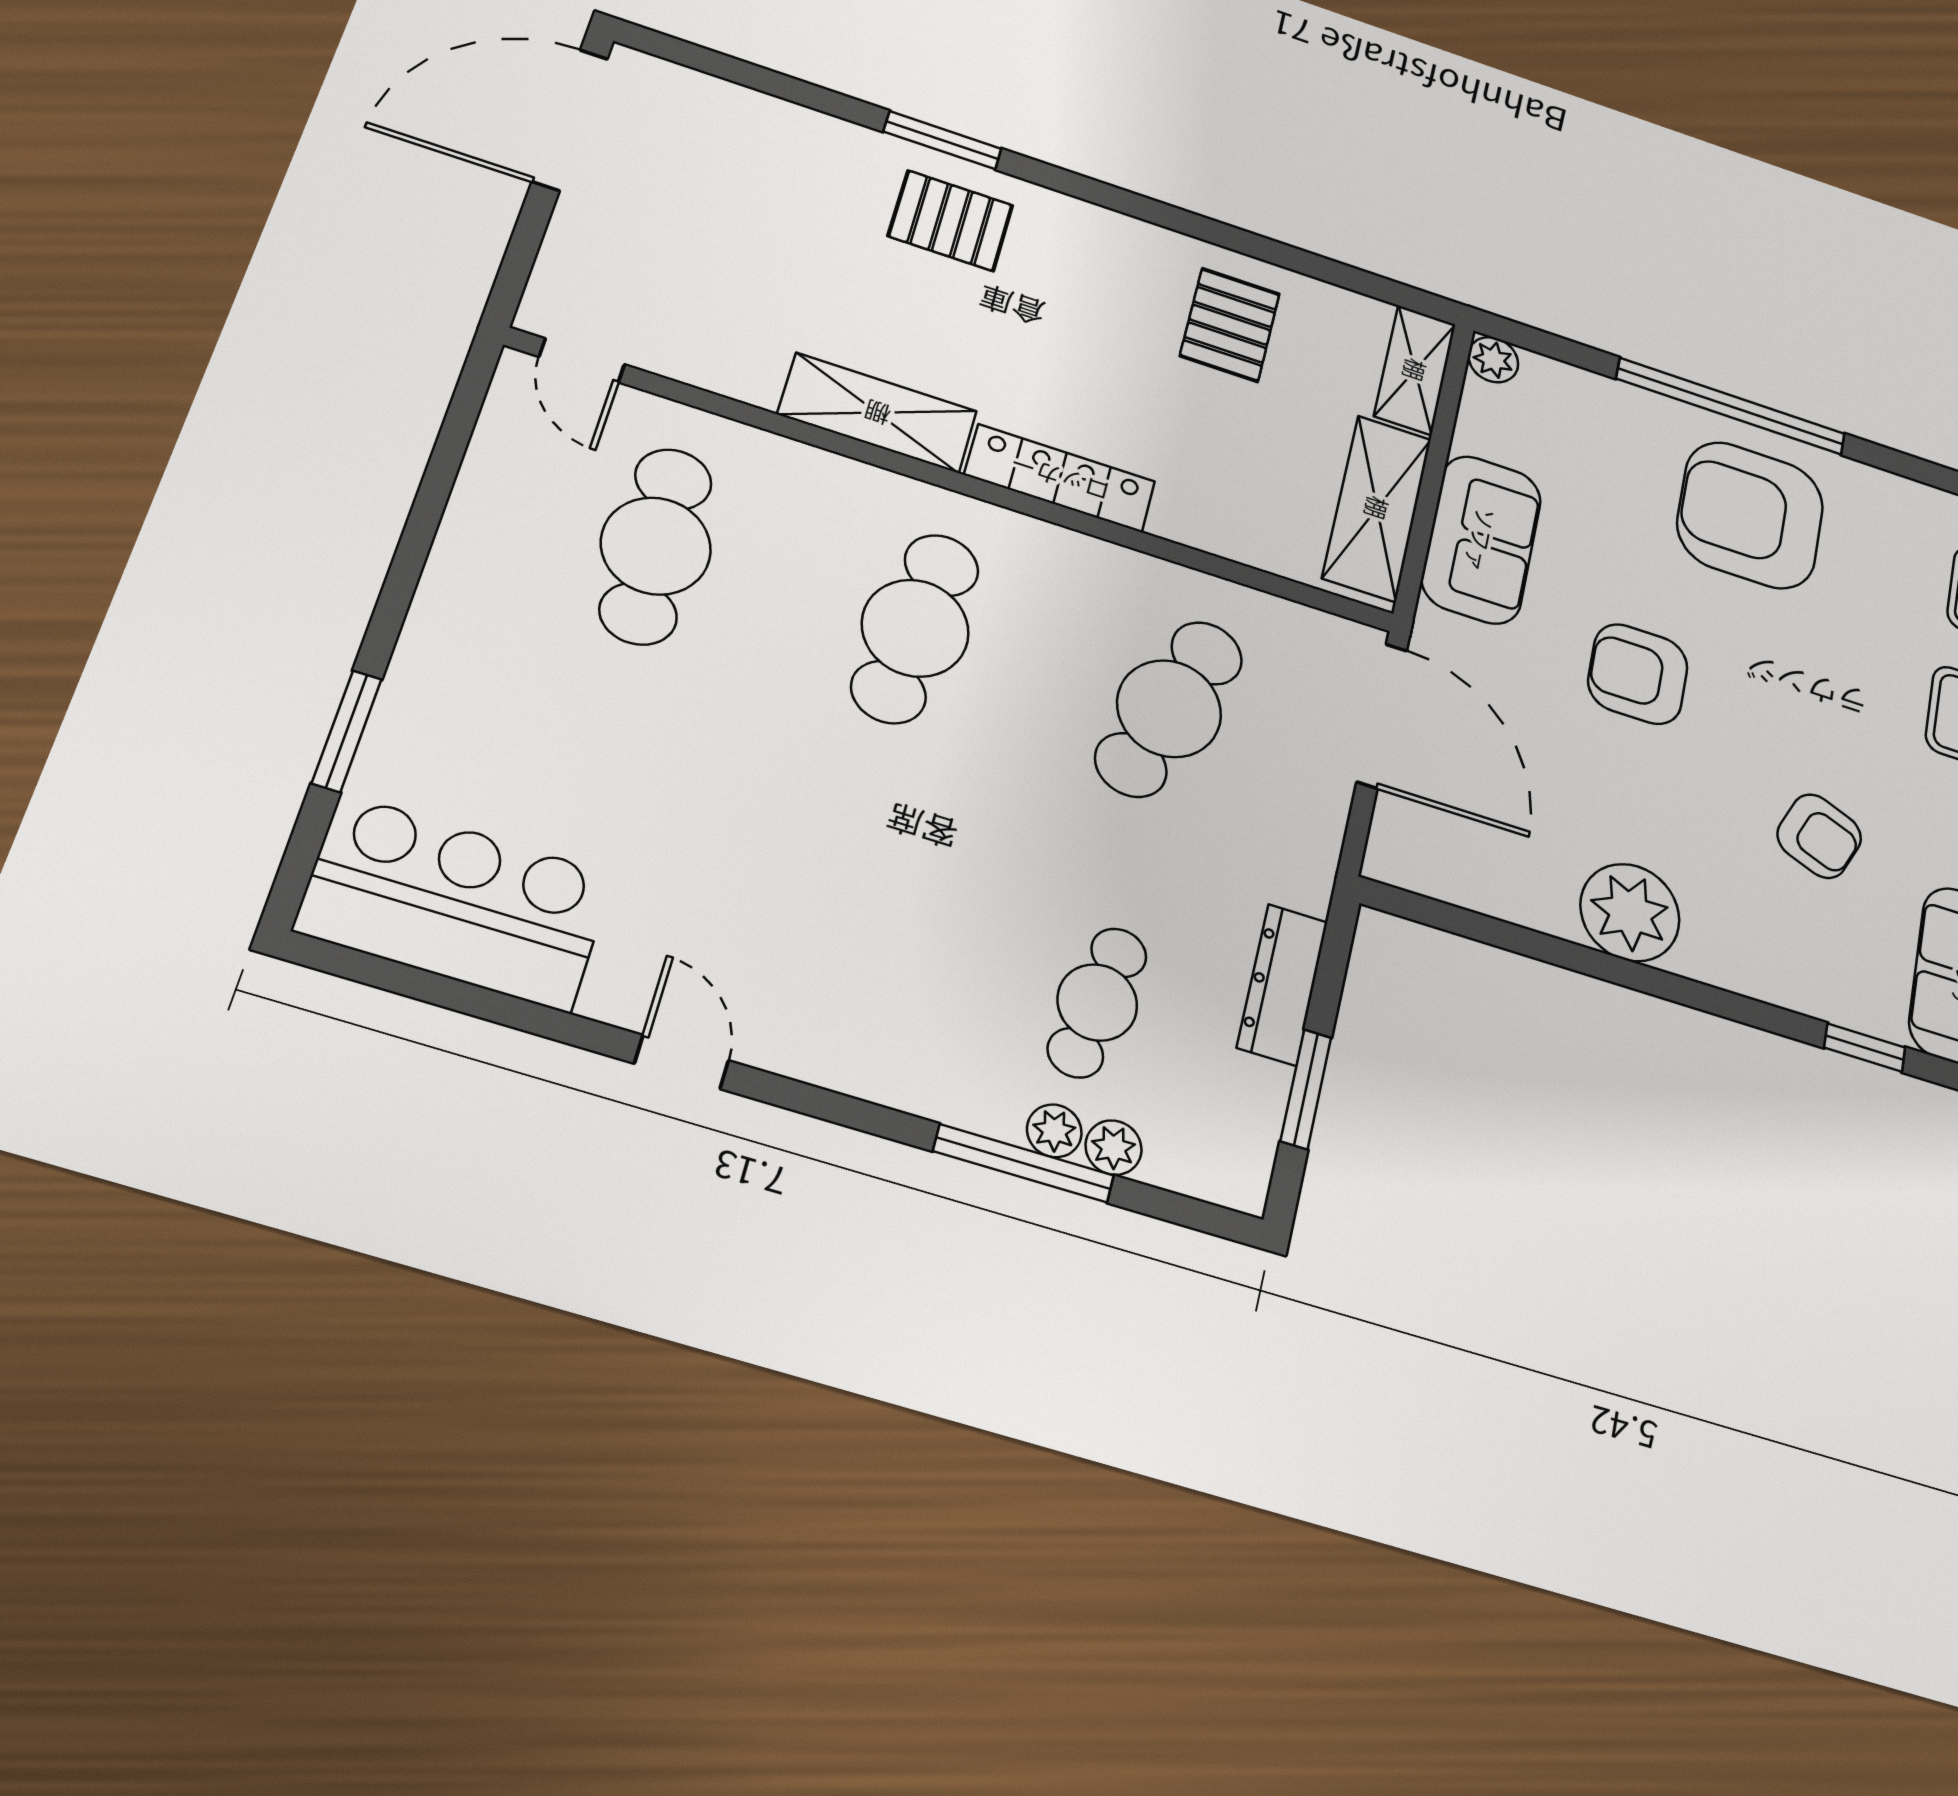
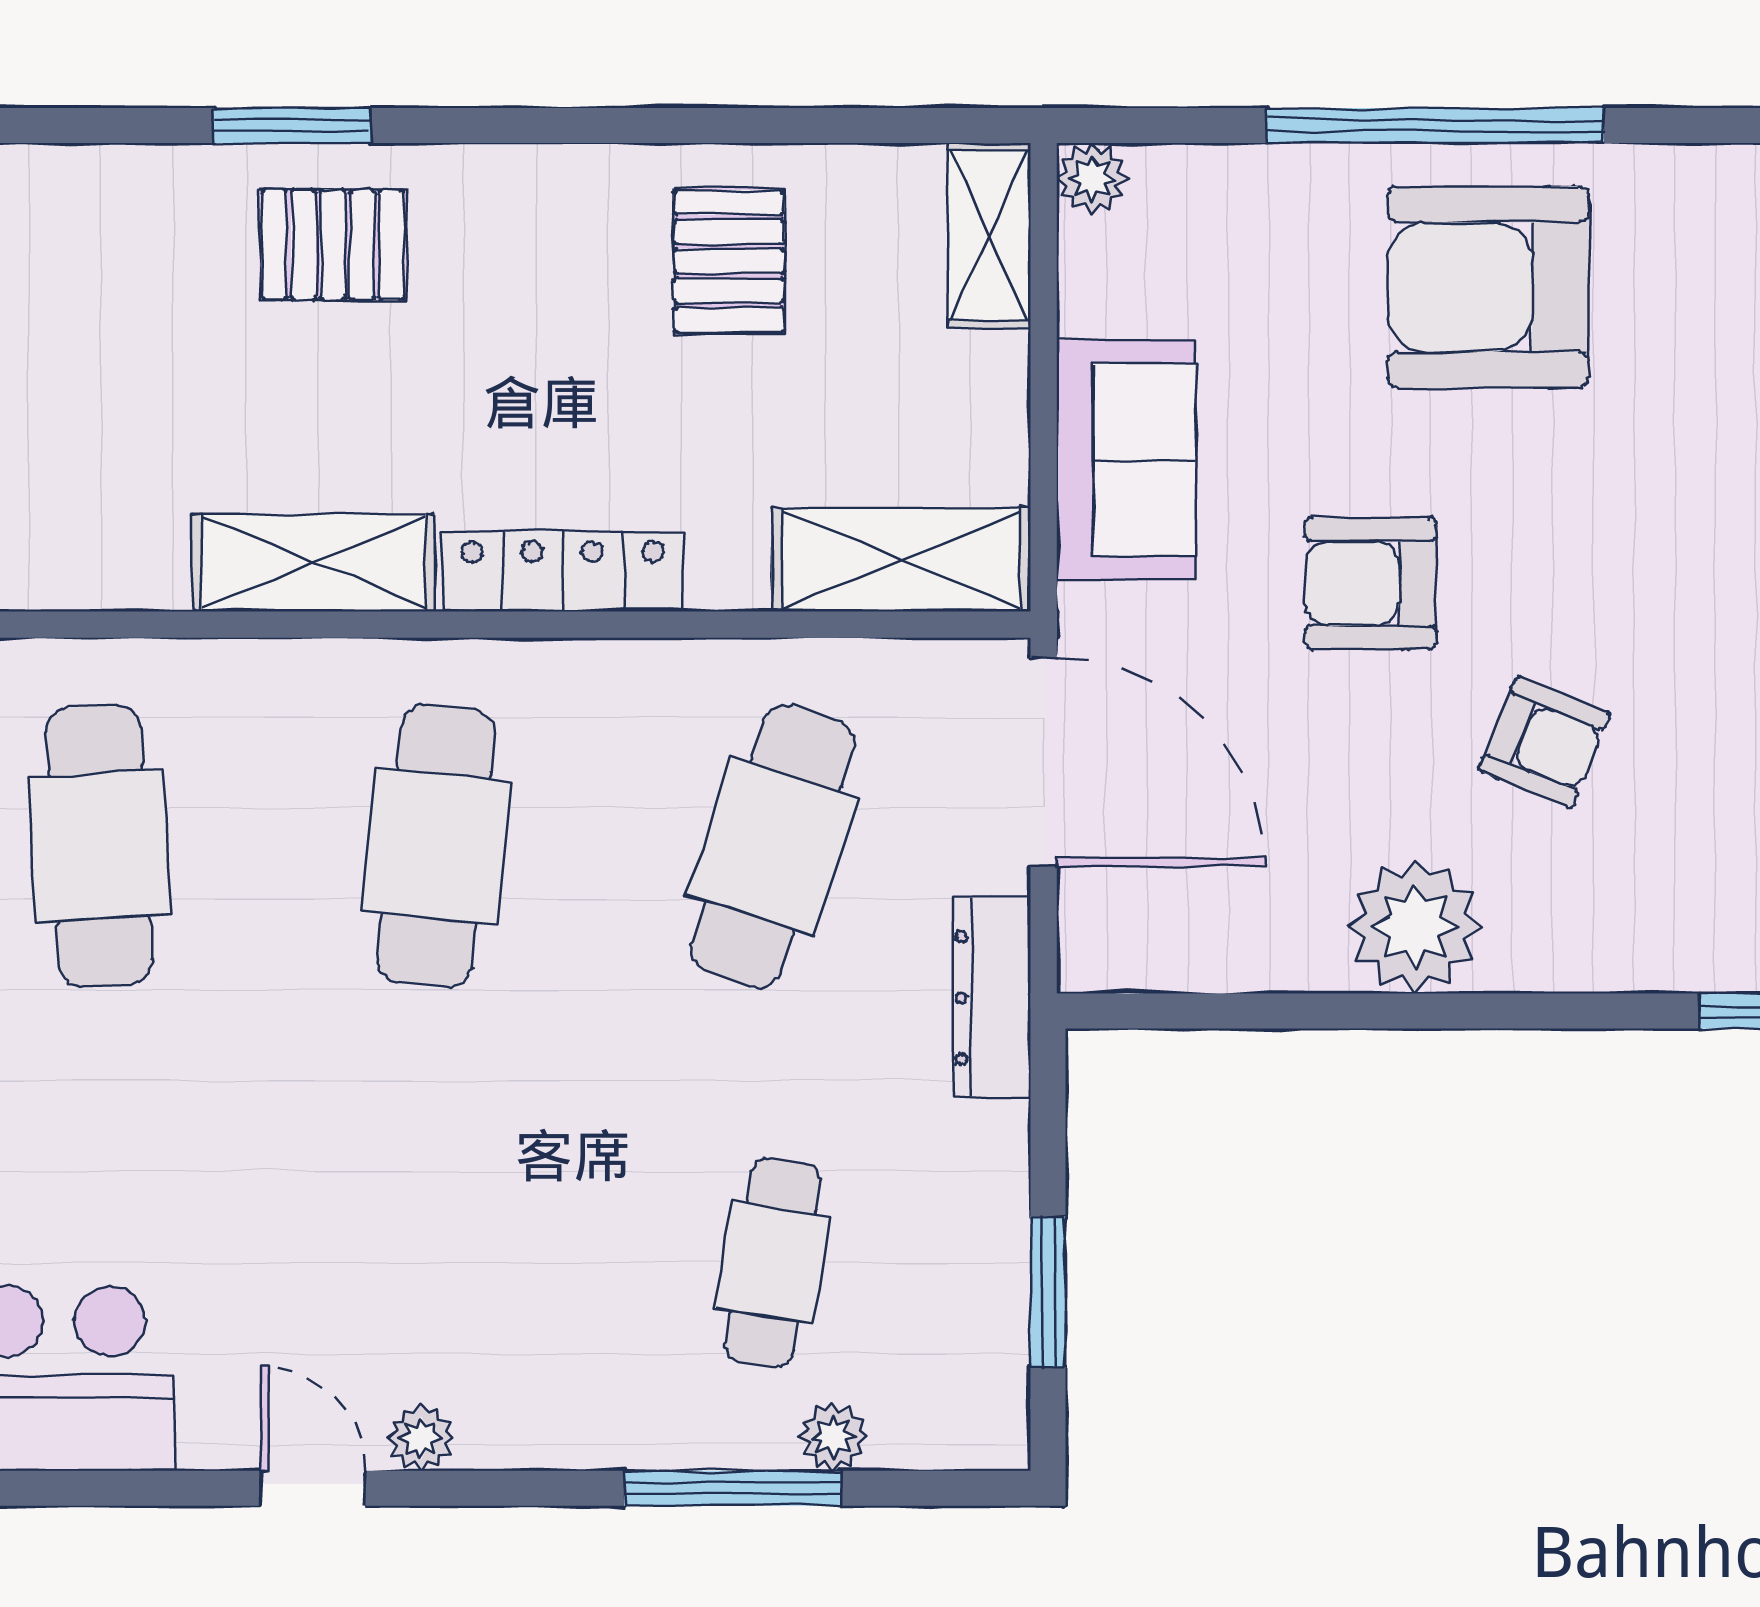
shelving: (1377, 508) -> (901, 560), moved, turned 90
armchair: (1819, 836) -> (1545, 742), moved
dresser: (1282, 985) -> (992, 998), moved
plant: (1054, 1131) -> (421, 1438), moved

